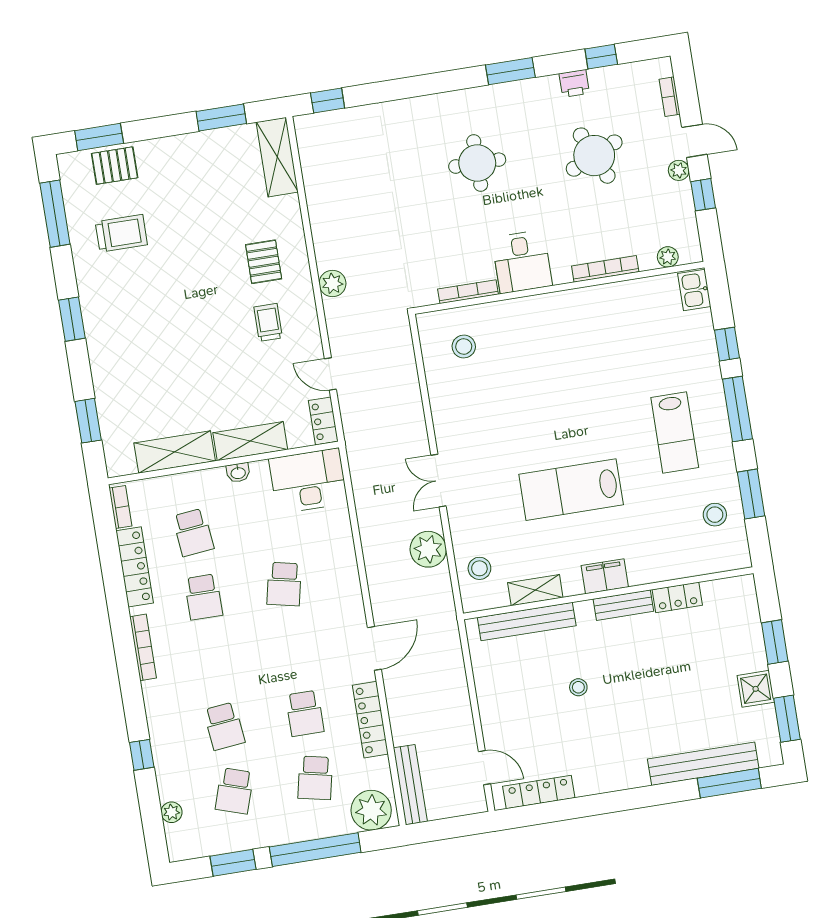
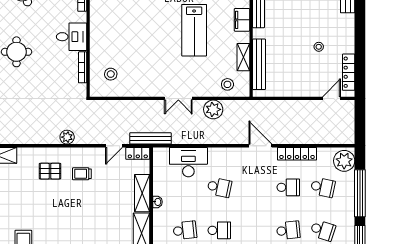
desk: (308, 481) -> (188, 162), moved, turned 90
stool: (578, 687) -> (319, 47), moved
bench: (410, 785) -> (150, 138), moved

